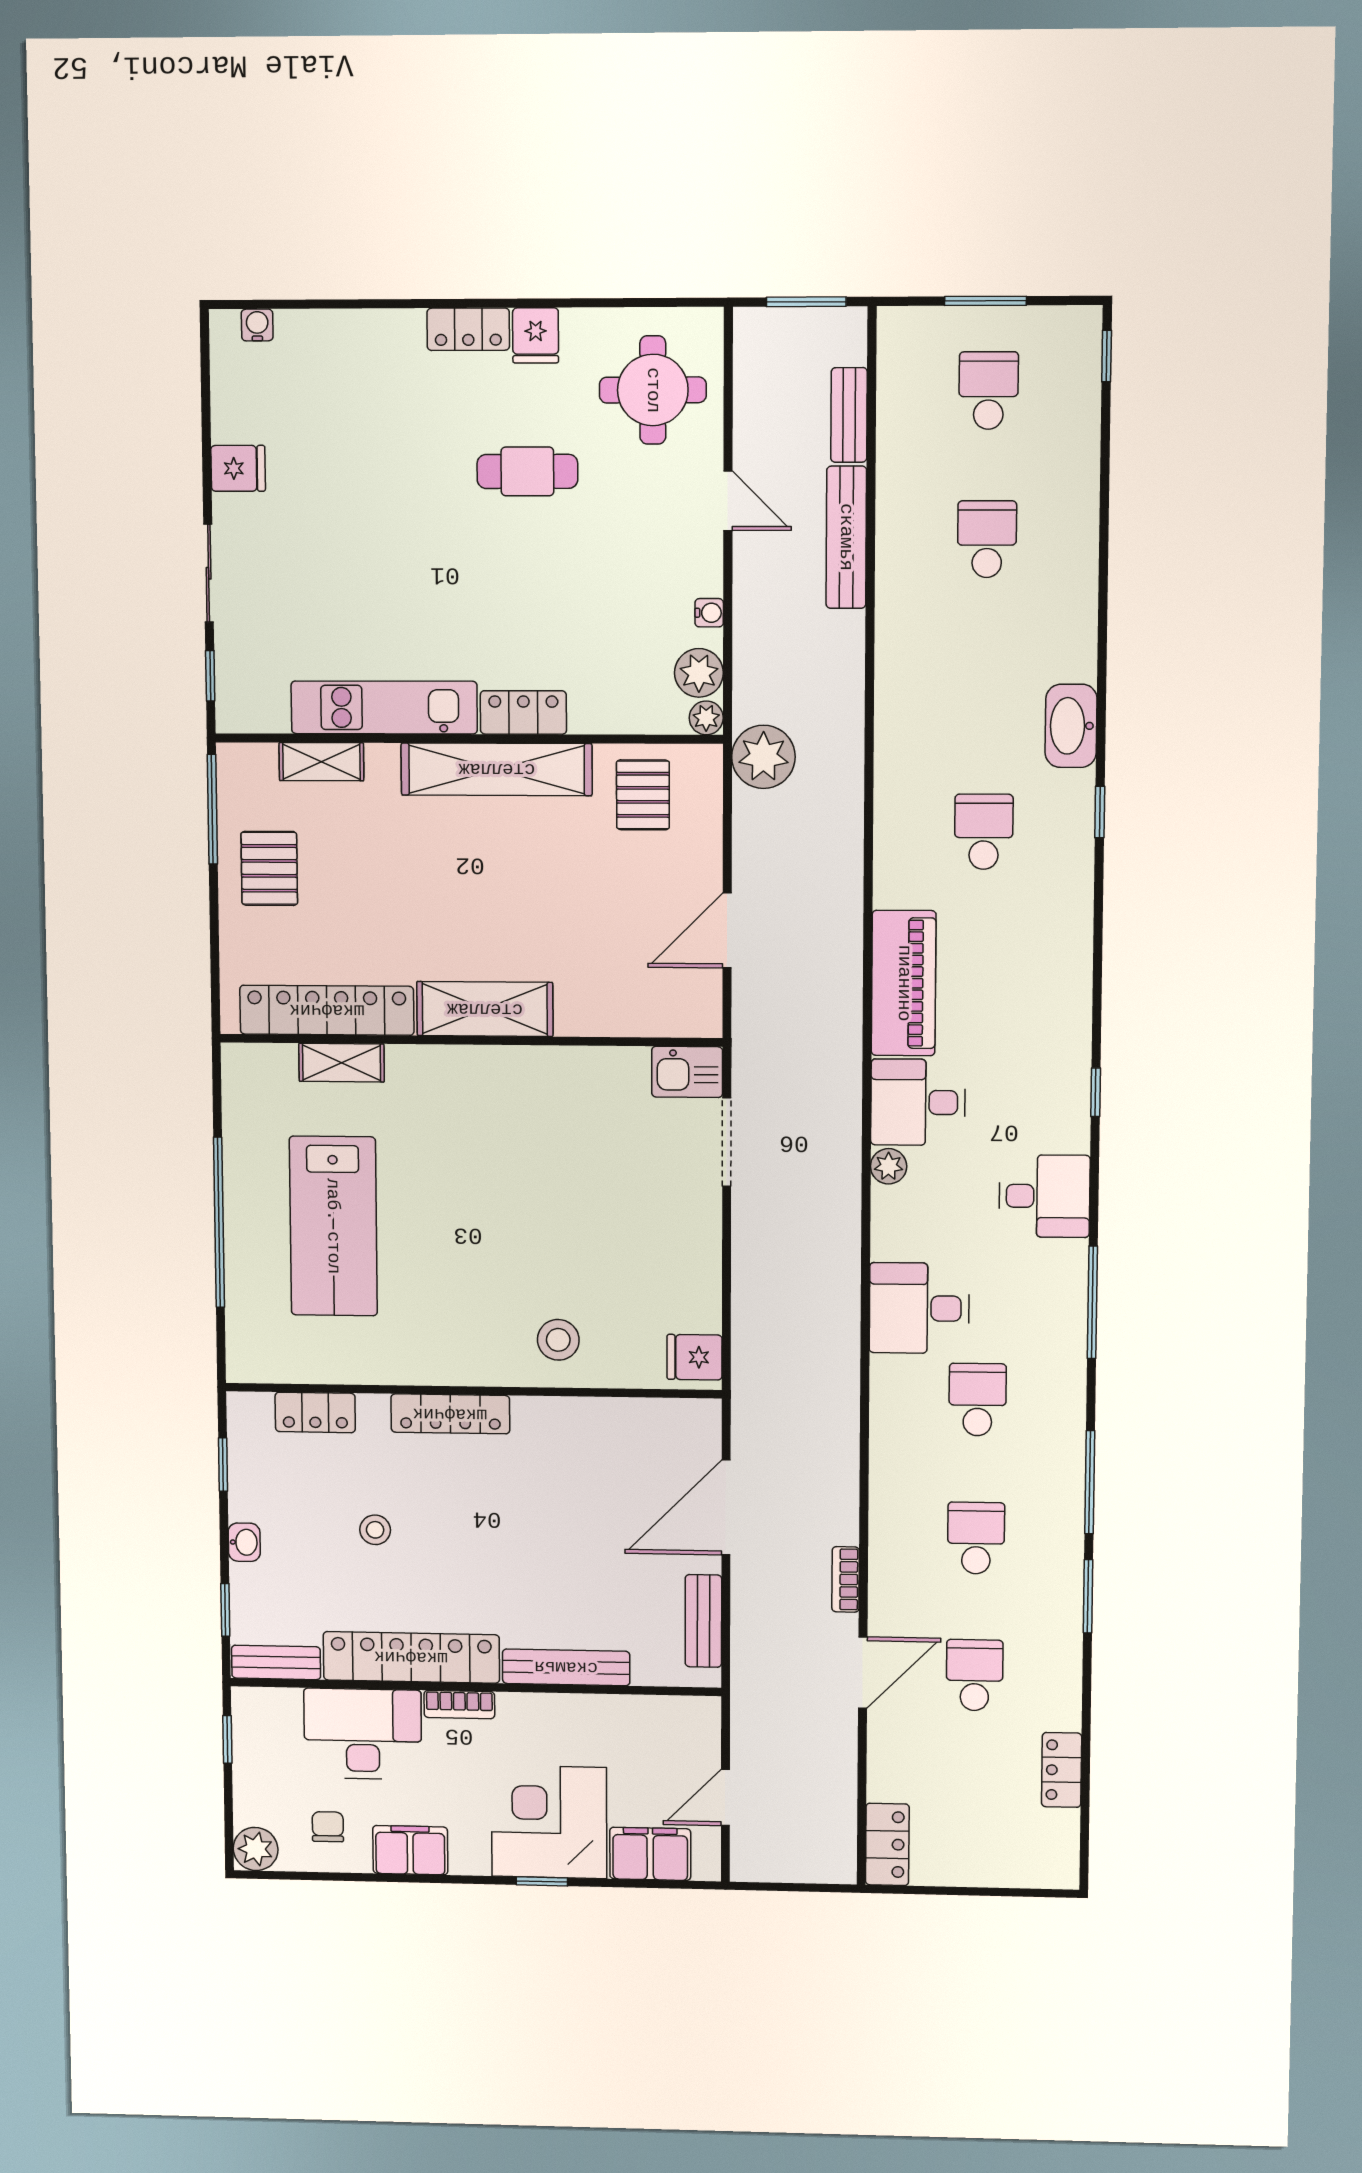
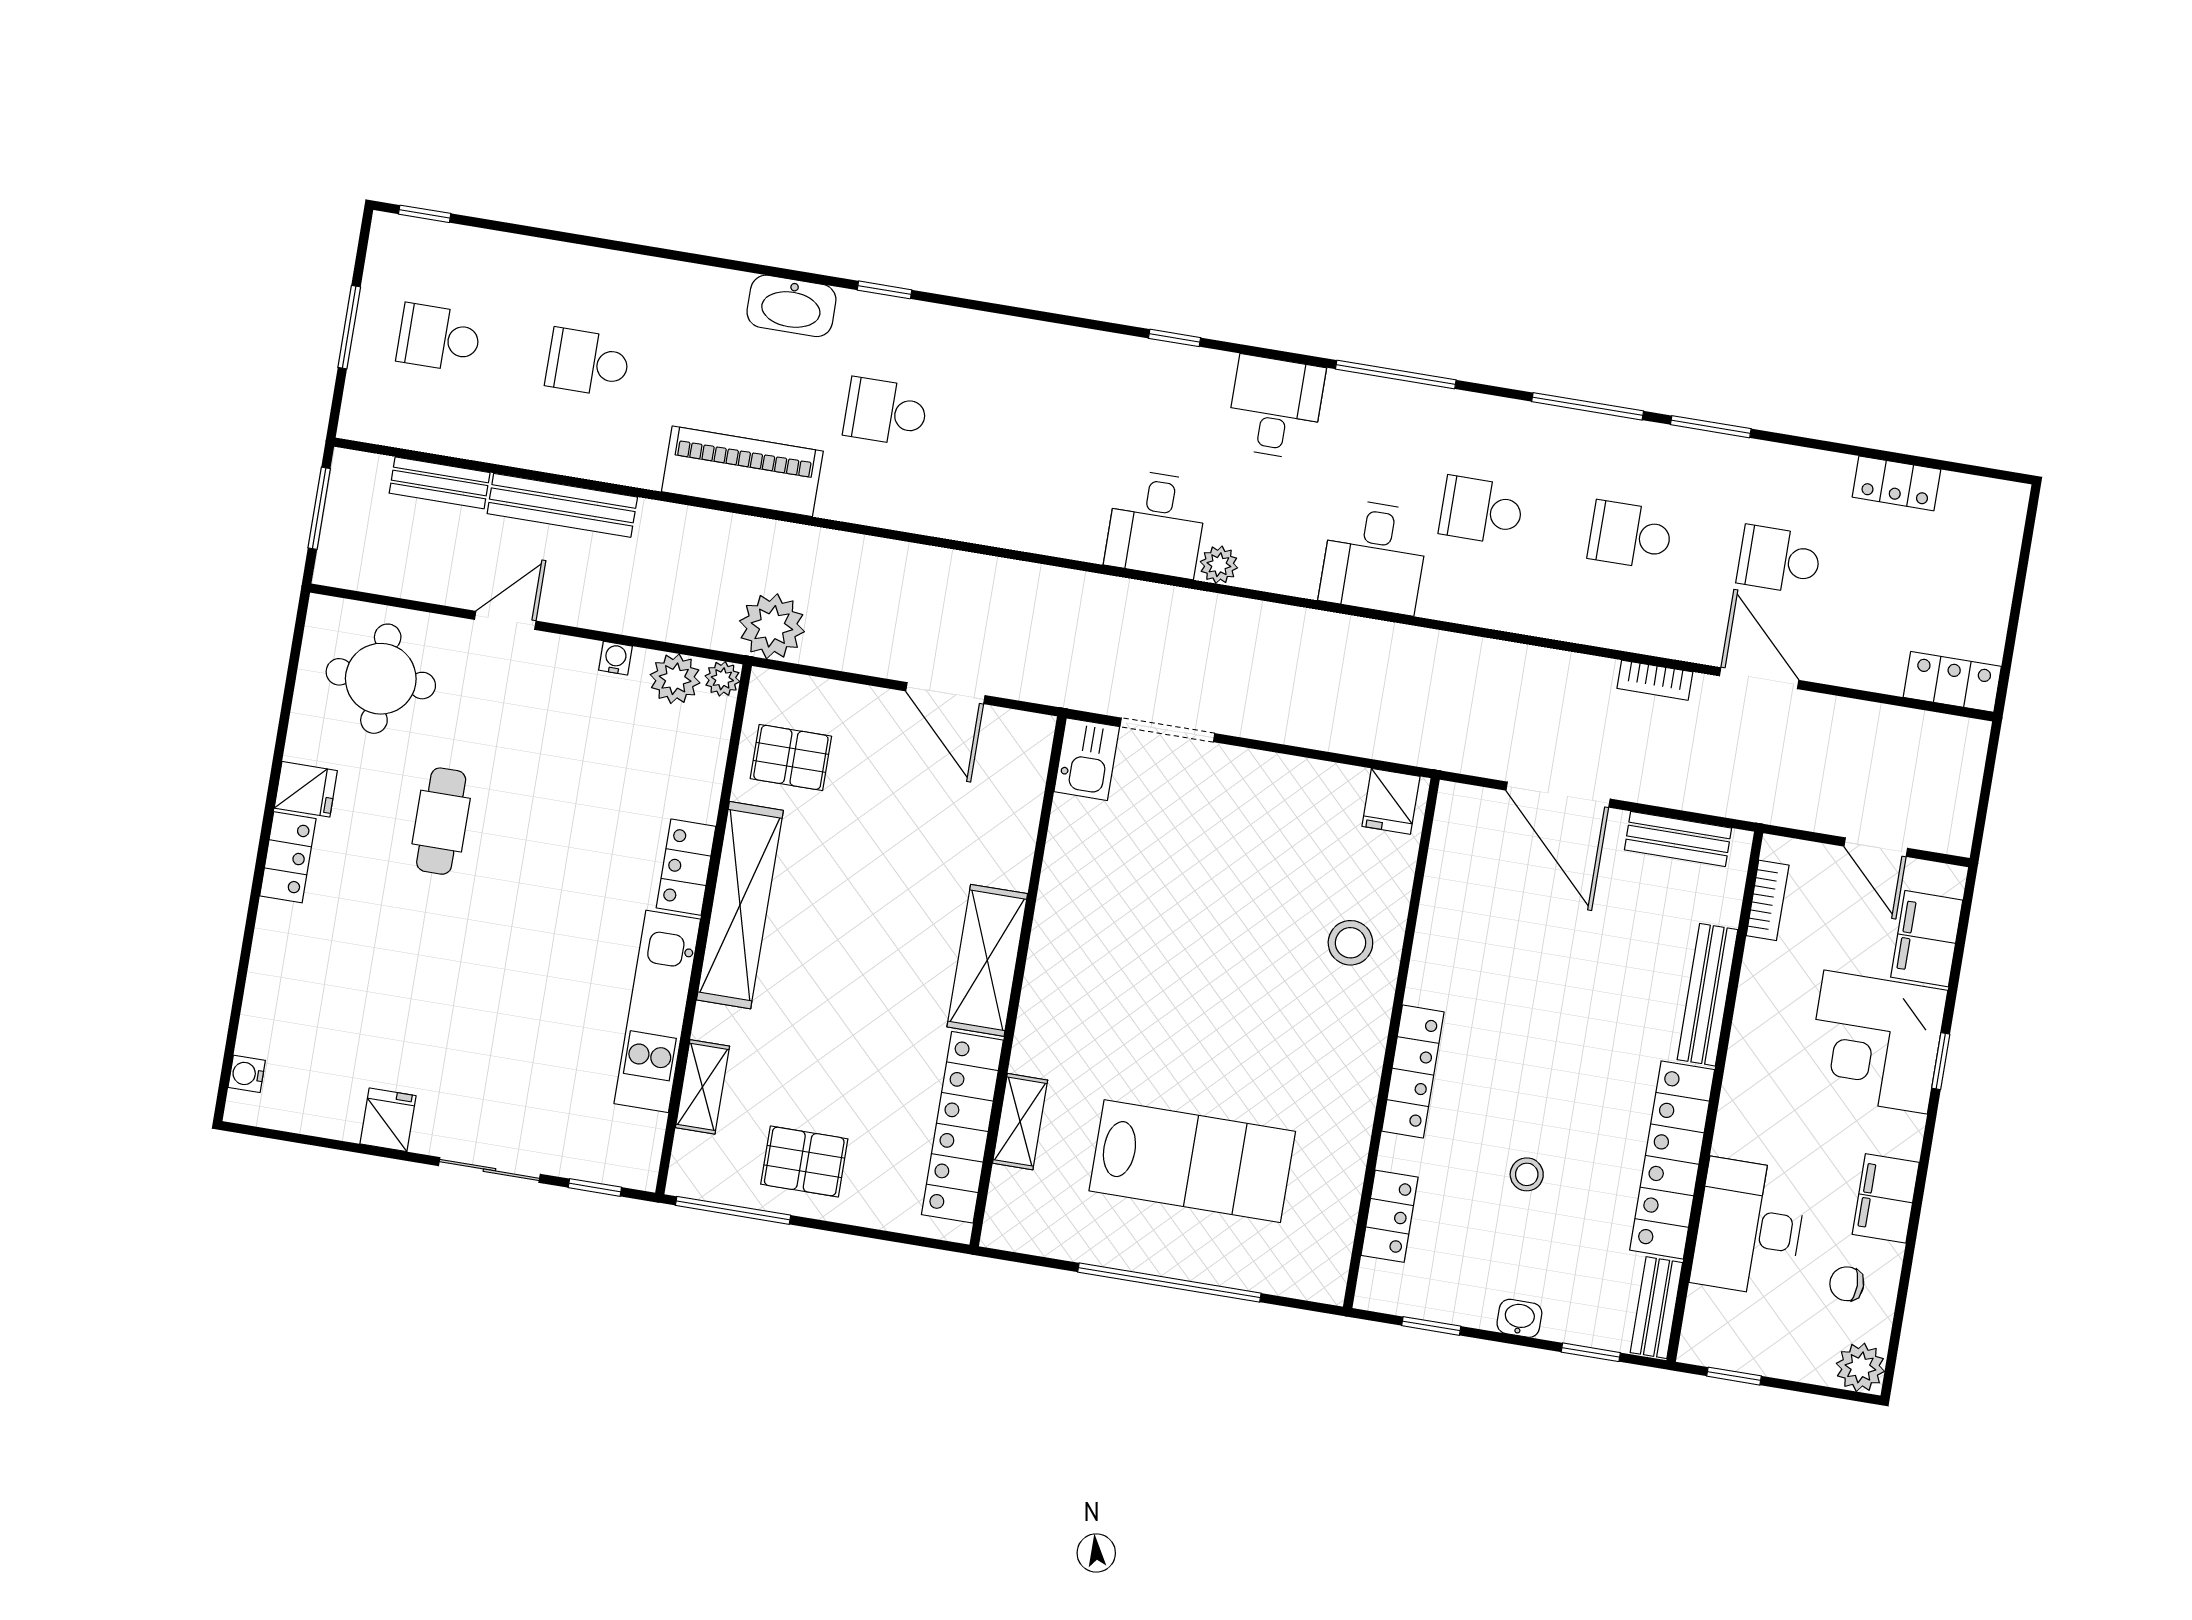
piano: (904, 983) -> (742, 471), moved
bookcase: (459, 1705) -> (1768, 900), moved

